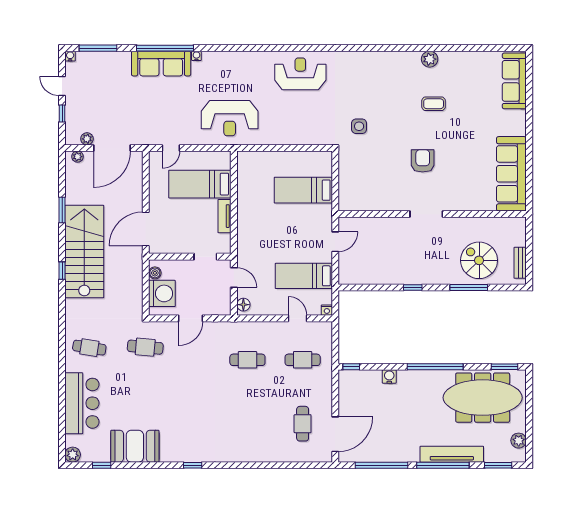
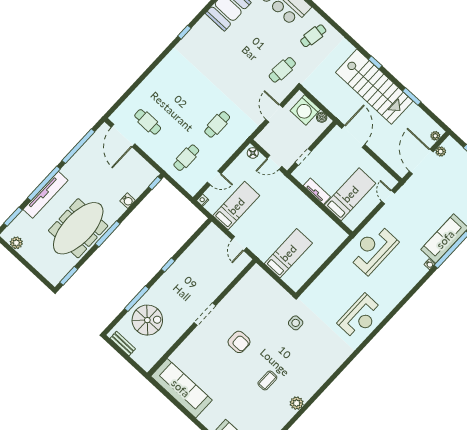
window: (435, 367) -> (108, 234), width x0.68
meeting table: (483, 398) -> (78, 228), moved

